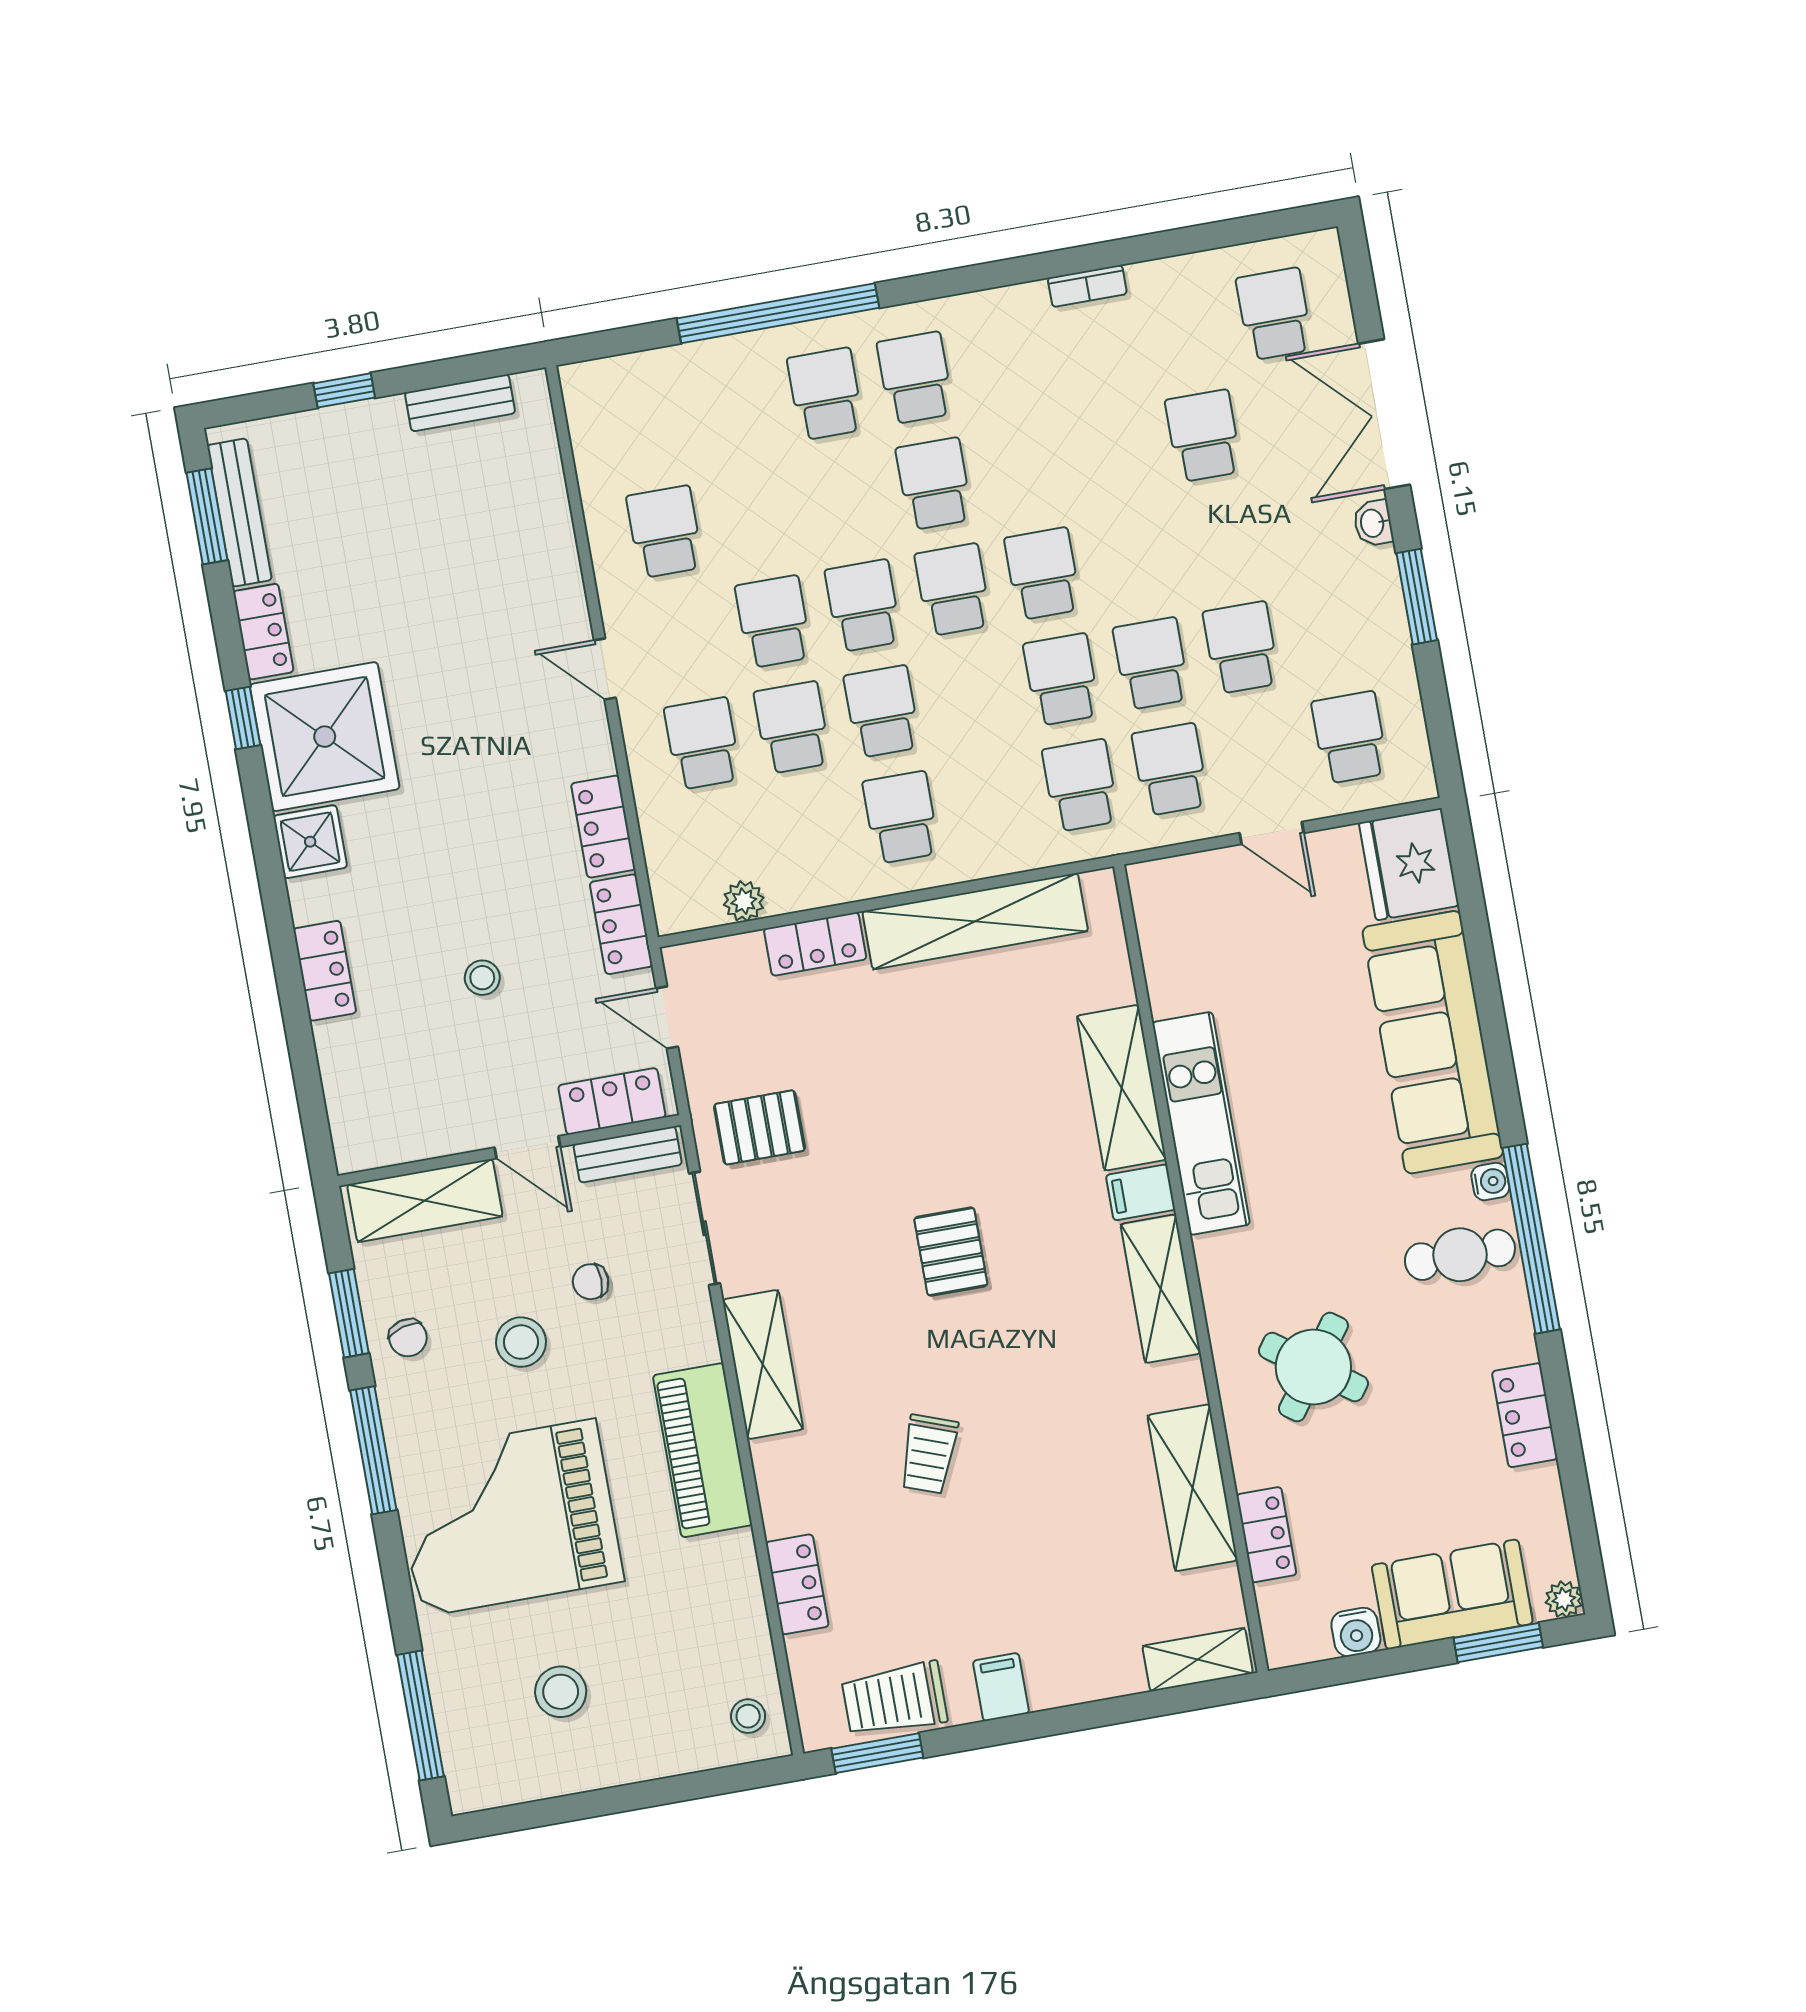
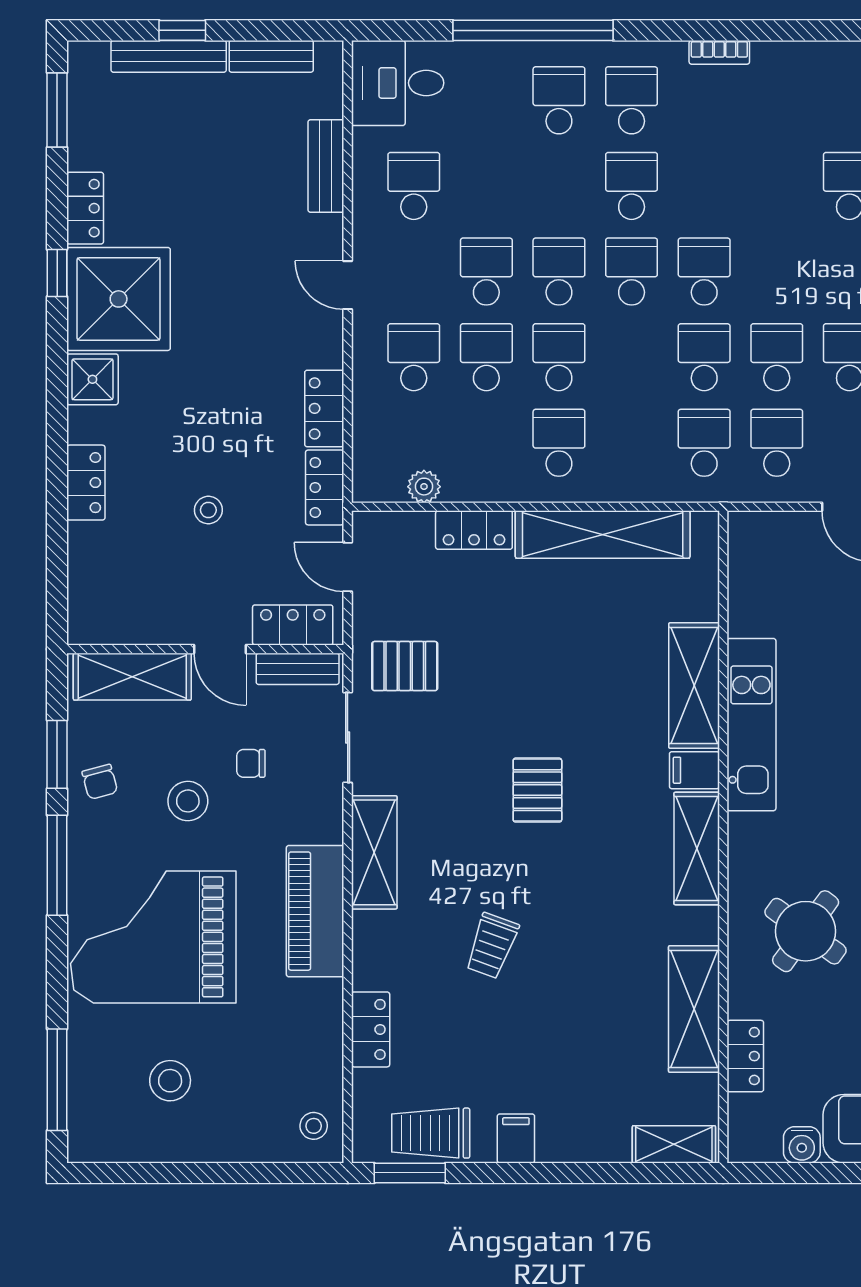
bookcase: (1087, 286) -> (719, 52), moved
desk: (622, 408) -> (398, 83), added
bench: (239, 513) -> (169, 56), moved, turned 90
bench: (552, 526) -> (326, 166), added

